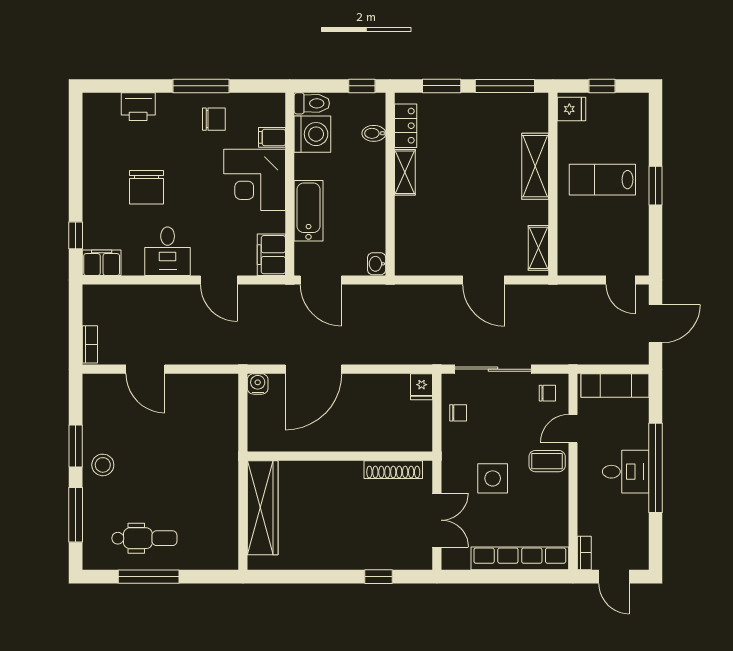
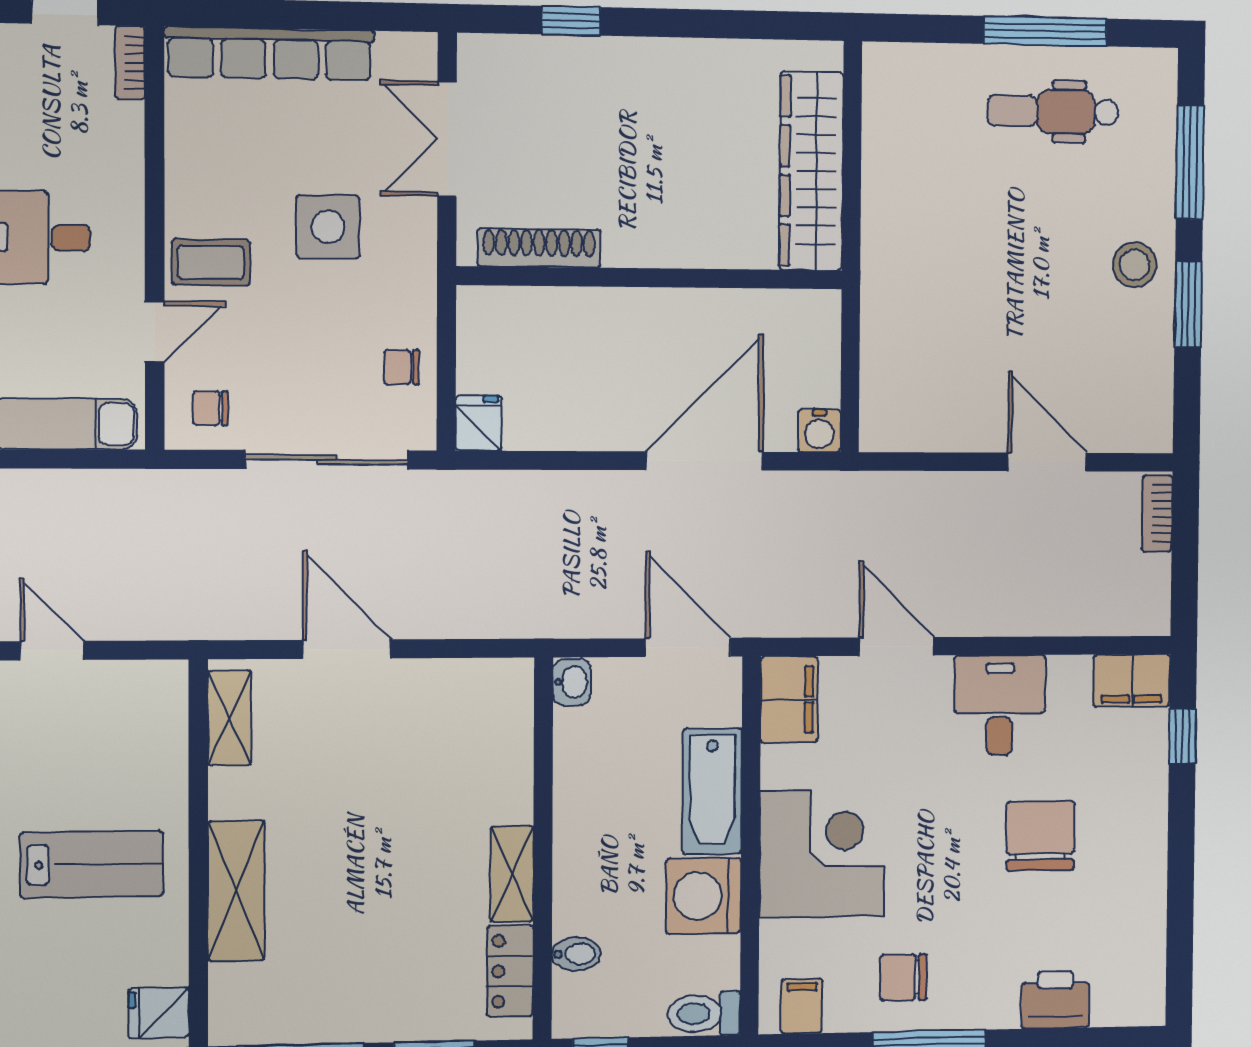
washing machine: (312, 134) -> (704, 896), moved
filing cabinet: (272, 137) -> (802, 1006), moved, turned -90

